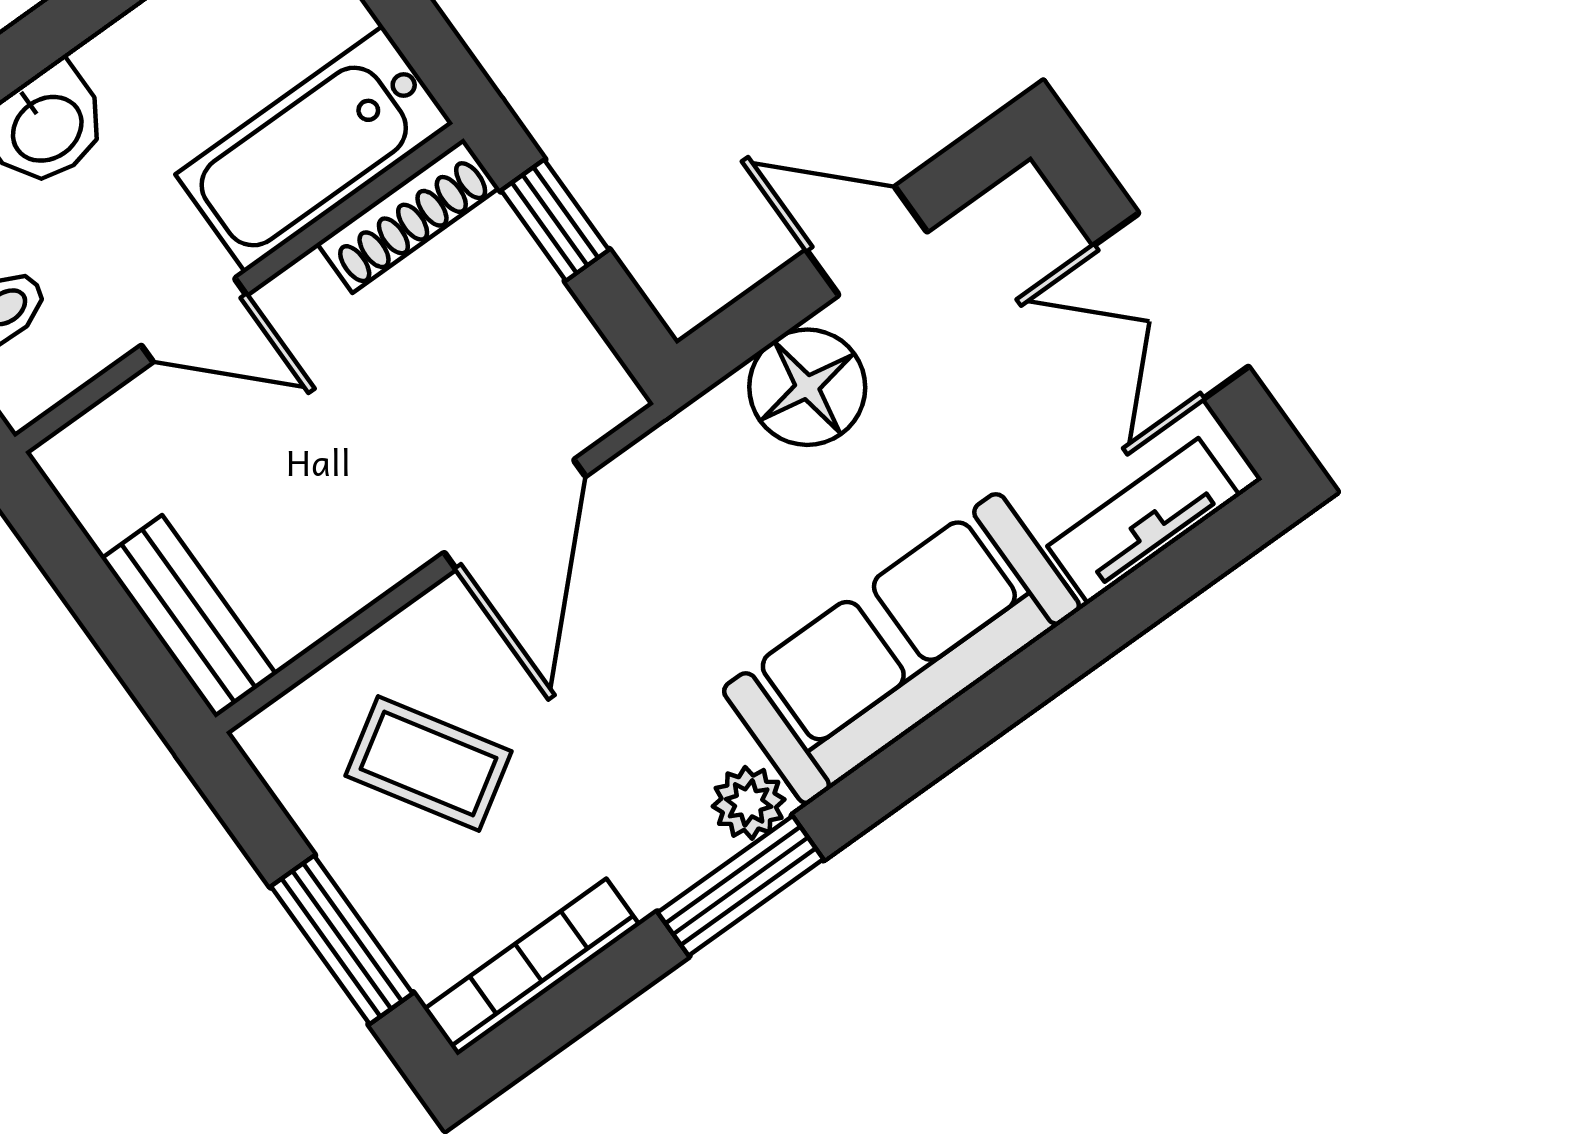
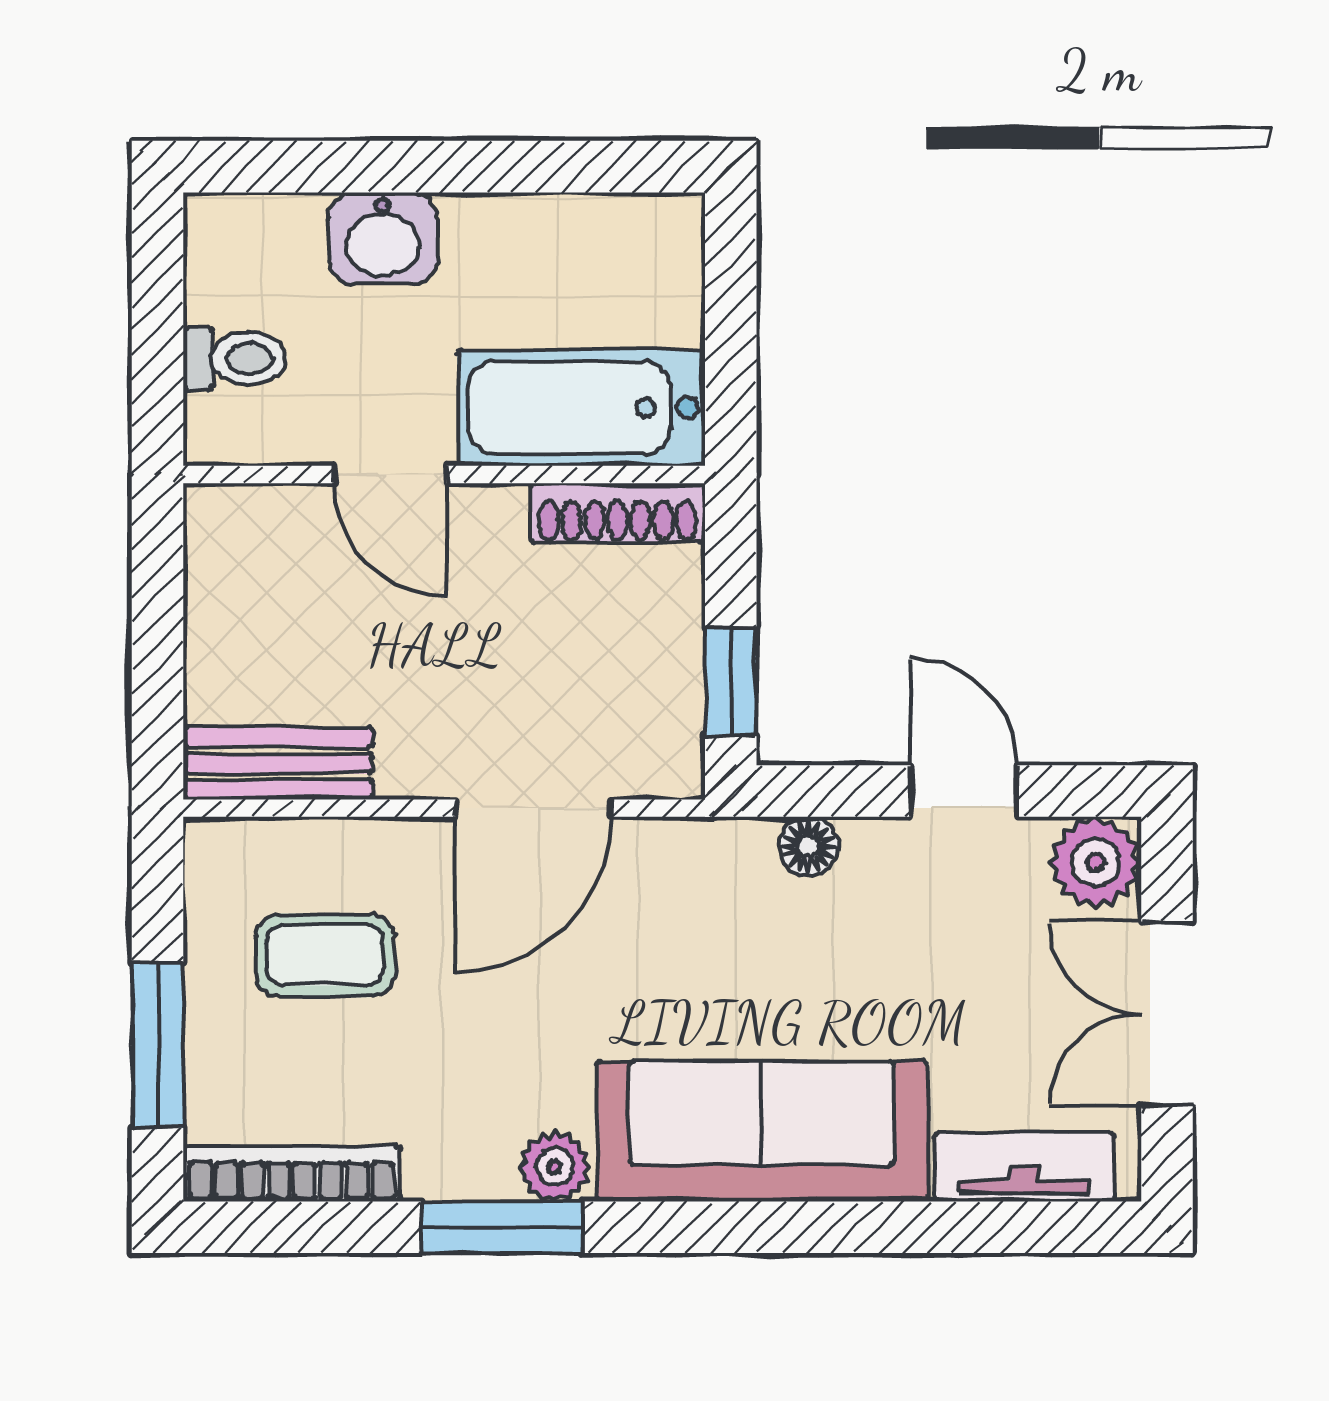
window: (555, 220) -> (731, 681), moved
plant: (1020, 222) -> (1096, 862), added
floor lamp: (807, 387) -> (809, 846), width x0.53, depth x0.53
bench: (189, 616) -> (278, 763), moved, turned 90
coffee table: (429, 764) -> (325, 955), turned -58

